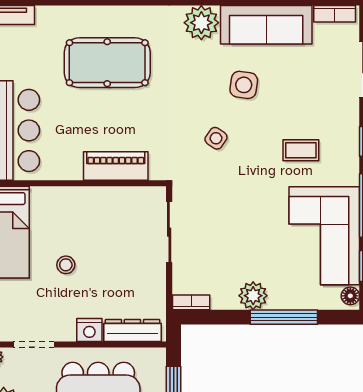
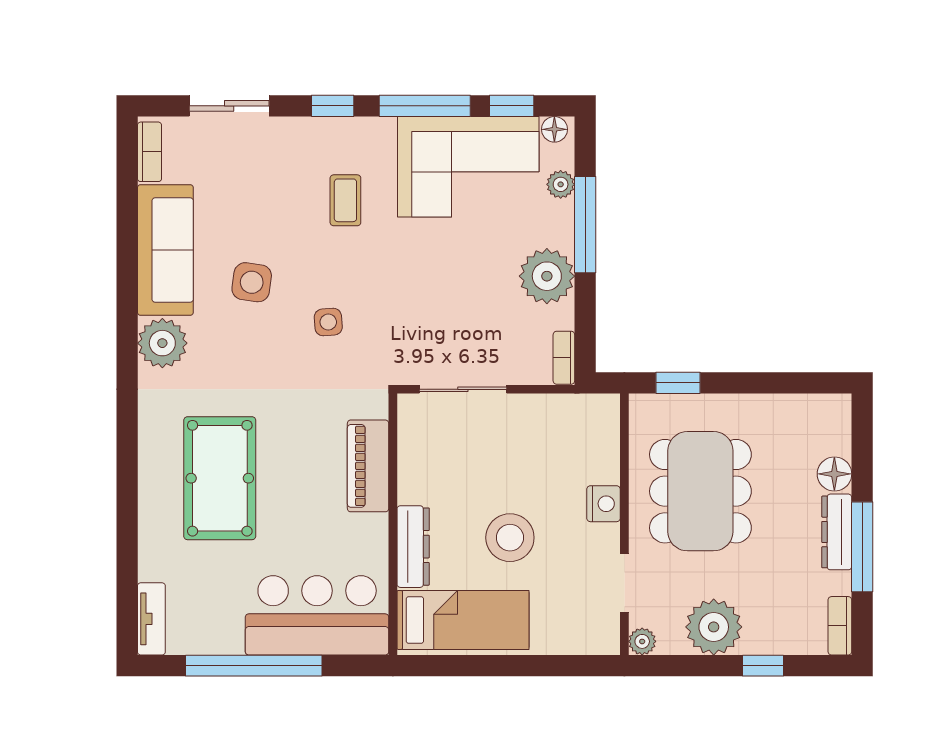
side table: (216, 138) -> (328, 322), turned -38
stool: (66, 265) -> (510, 538), width x1.89, depth x1.89
plant: (253, 296) -> (547, 276), width x1.36, depth x1.36
plant: (312, 300) -> (561, 184), added
dresser: (132, 330) -> (413, 547), moved, turned 180

